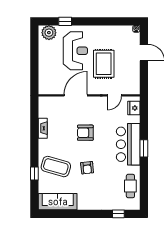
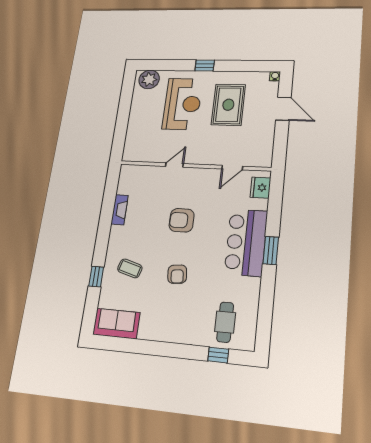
window: (65, 21) -> (205, 66), moved
rug: (104, 64) -> (228, 105), moved
door: (76, 95) -> (174, 165), width x0.53
coffee table: (56, 167) -> (130, 268), width x0.54, depth x0.58
cafe table: (130, 186) -> (225, 322), moved
sofa: (58, 202) -> (116, 324), width x0.73

